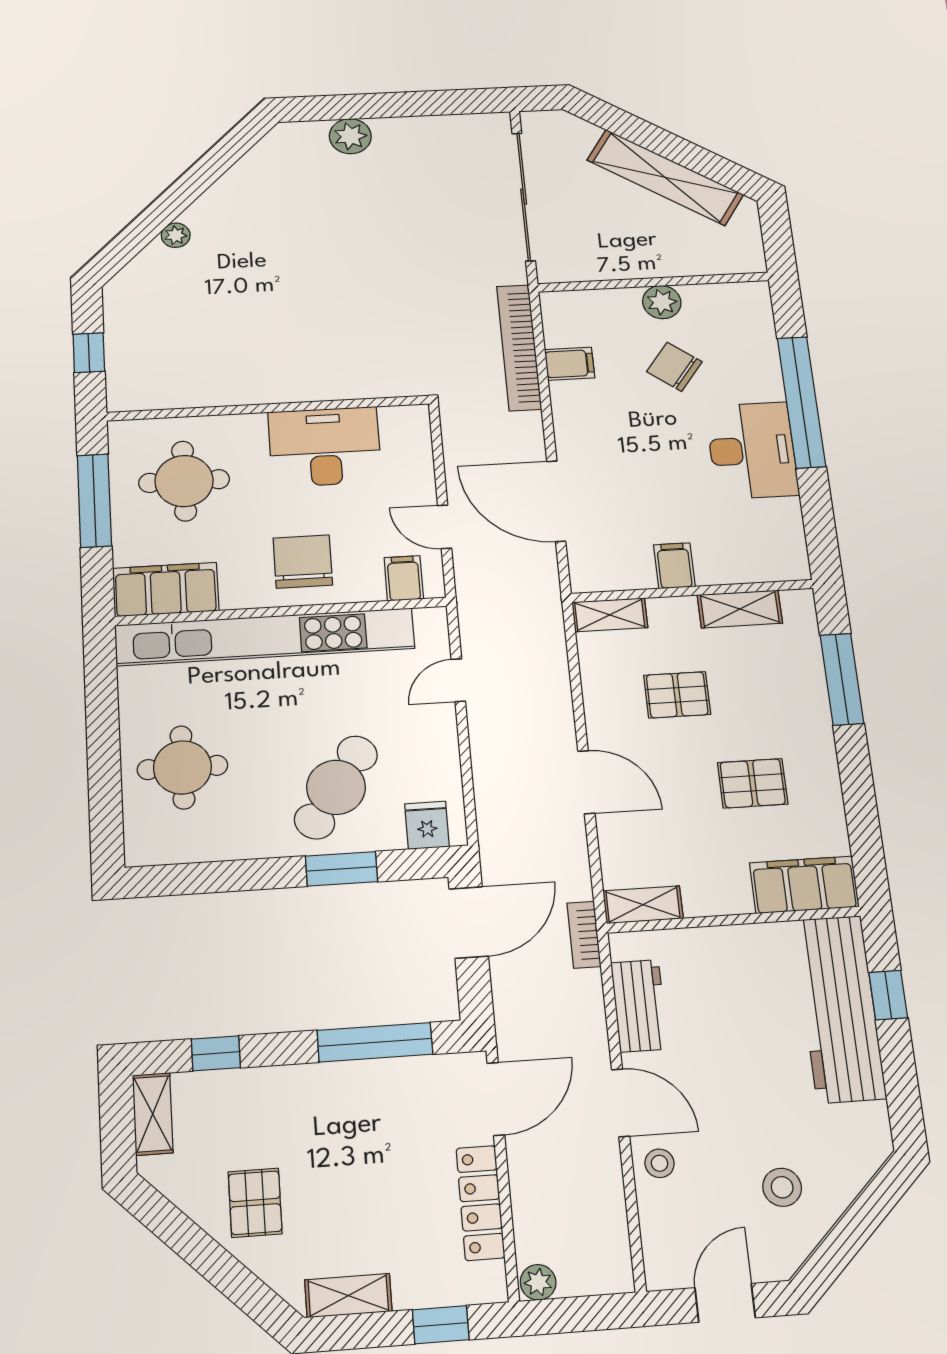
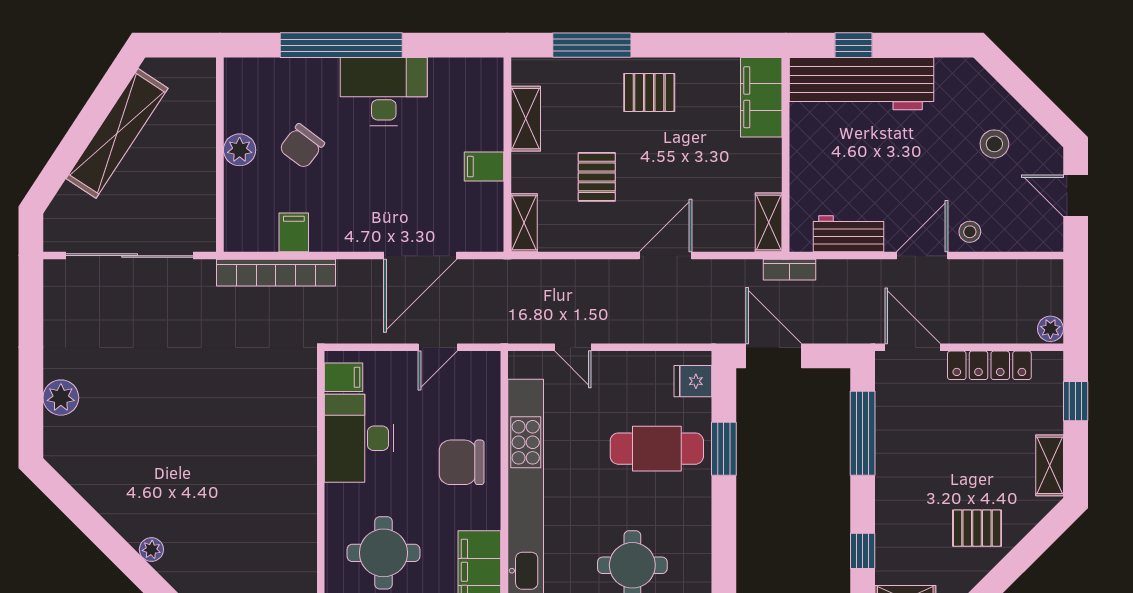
filing cabinet: (404, 578) -> (344, 377), moved, turned 180
pallet: (753, 783) -> (649, 92), moved, turned 90
cafe table: (336, 787) -> (657, 449), turned -34

